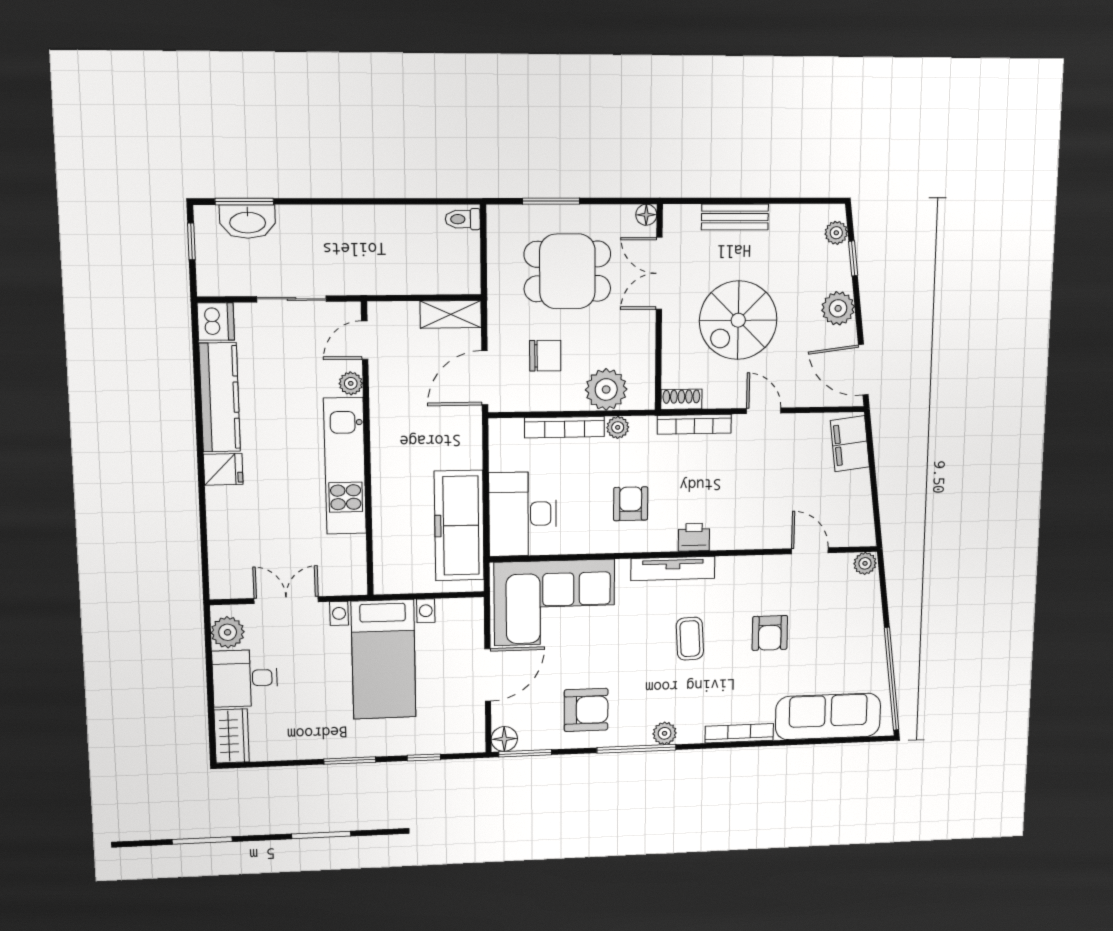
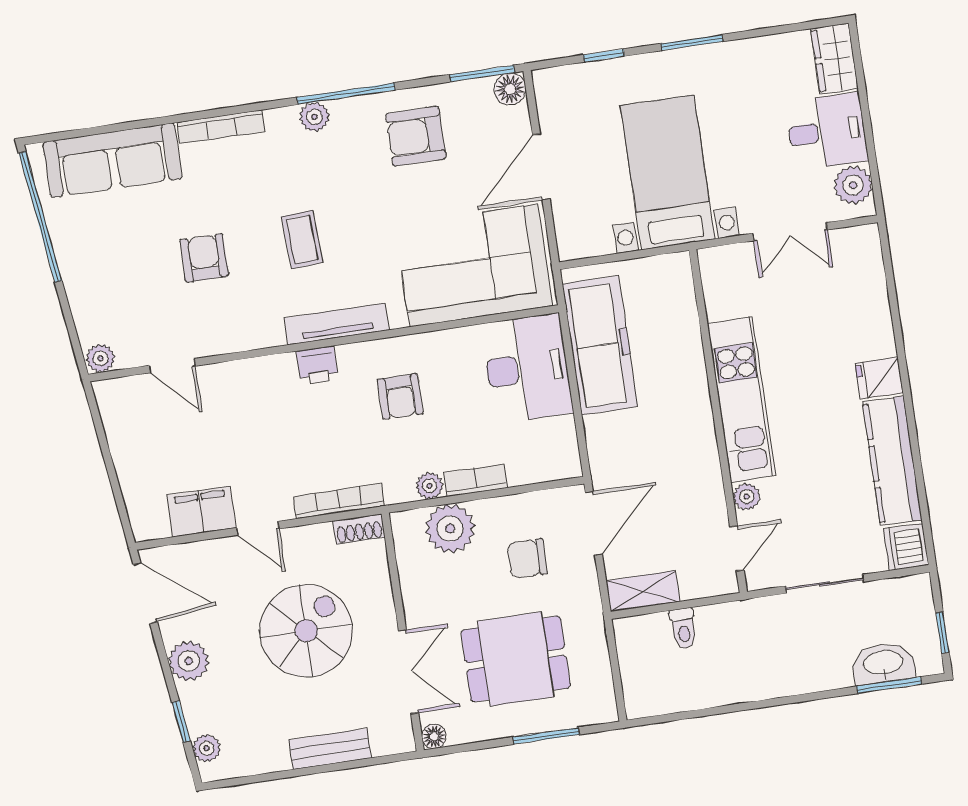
toilet: (463, 219) -> (683, 628), moved, turned 90
bookcase: (565, 427) -> (476, 480), width x0.64
filing cabinet: (850, 444) -> (202, 511), moved, turned -83

